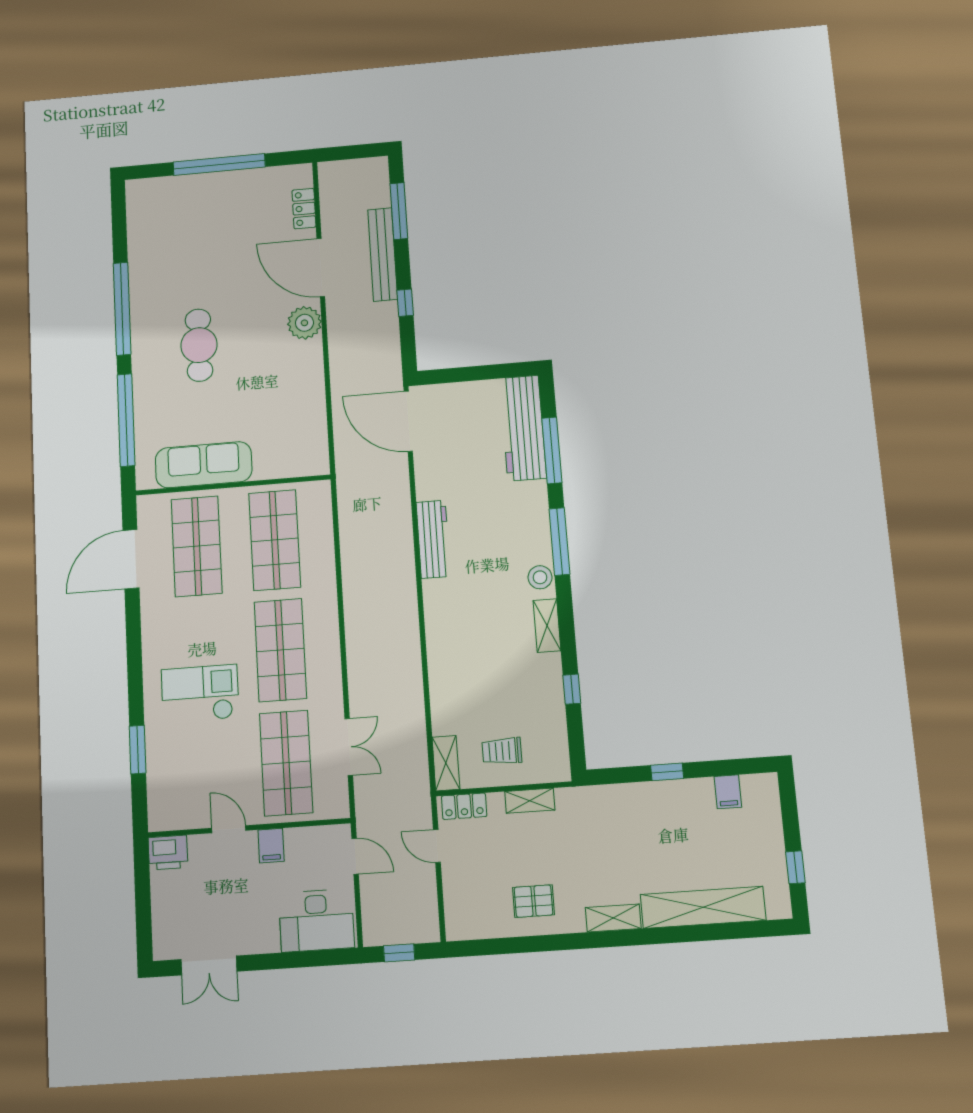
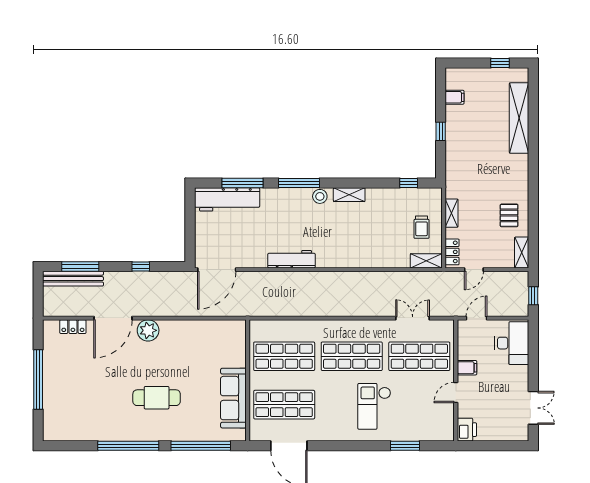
bench: (383, 254) -> (73, 279), moved
window: (572, 689) -> (409, 183), moved
shelving: (613, 918) -> (522, 252), moved

